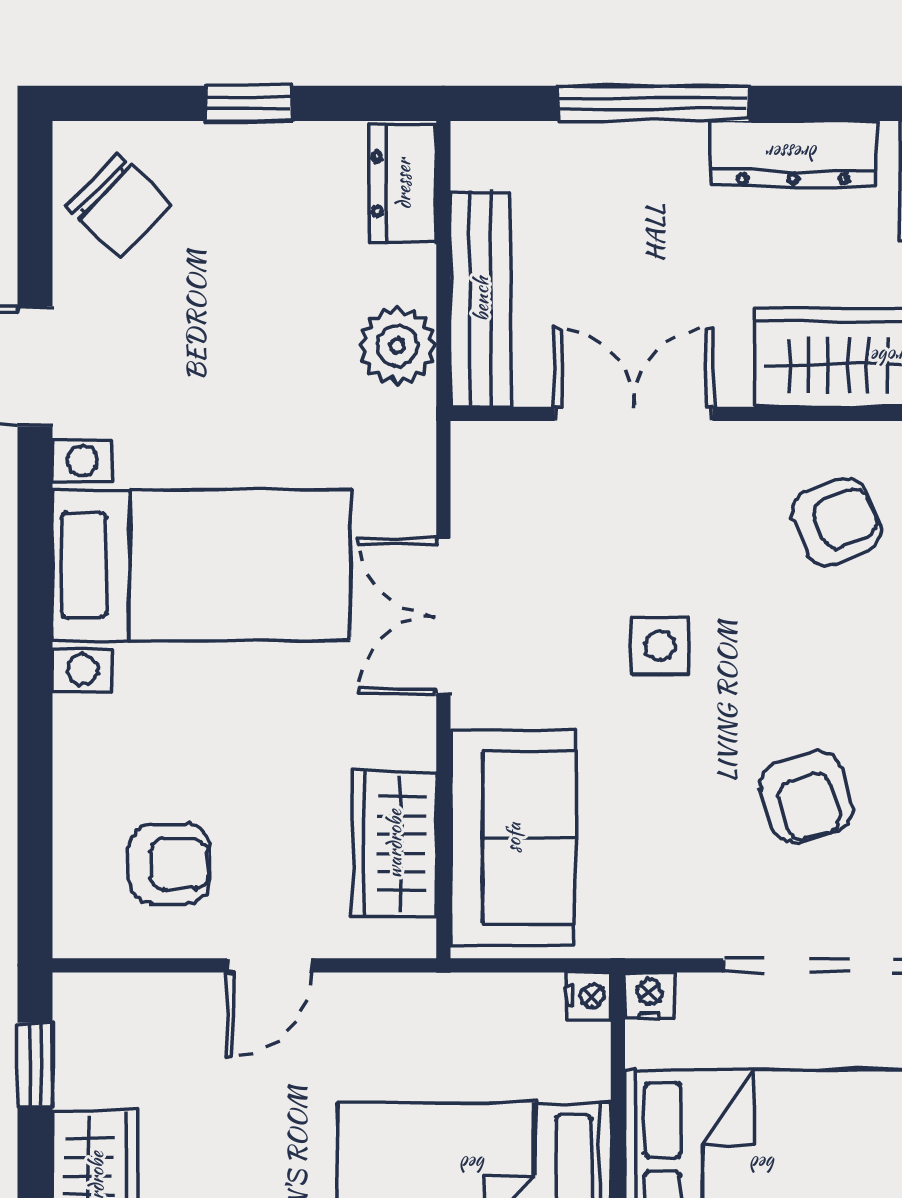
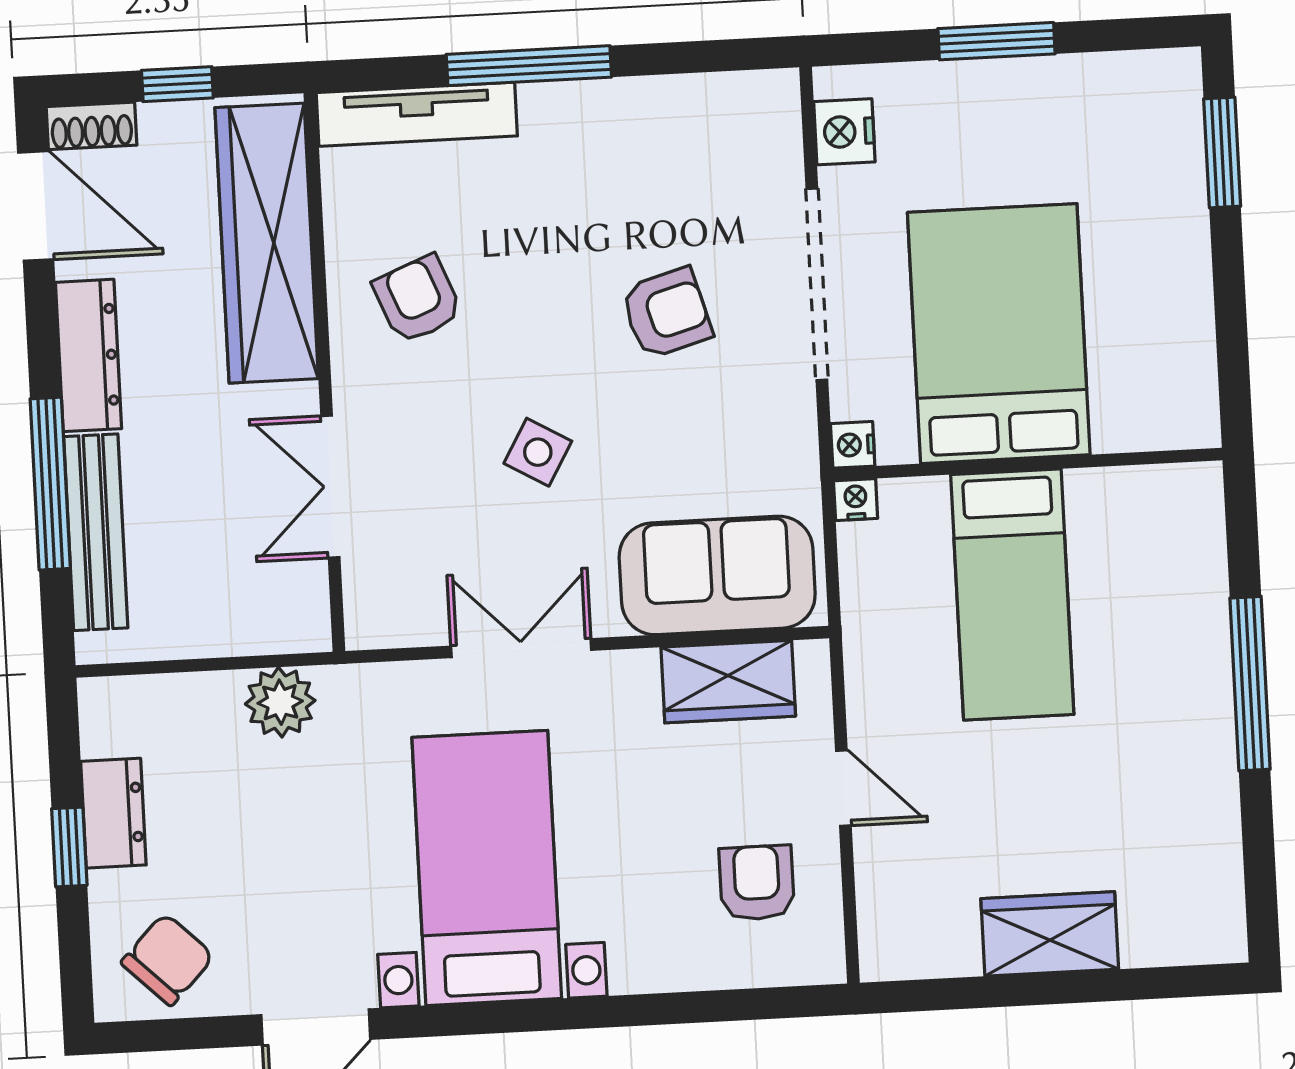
dresser: (403, 184) -> (113, 813), moved, turned -90
bench: (481, 299) -> (96, 532), moved, turned 90
double door: (443, 616) -> (521, 648), swing flipped
side table: (660, 646) -> (538, 452), turned 30
window: (35, 1065) -> (944, 994), removed

